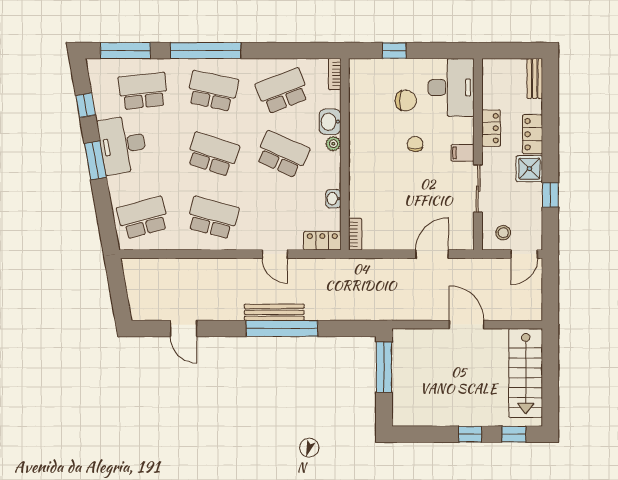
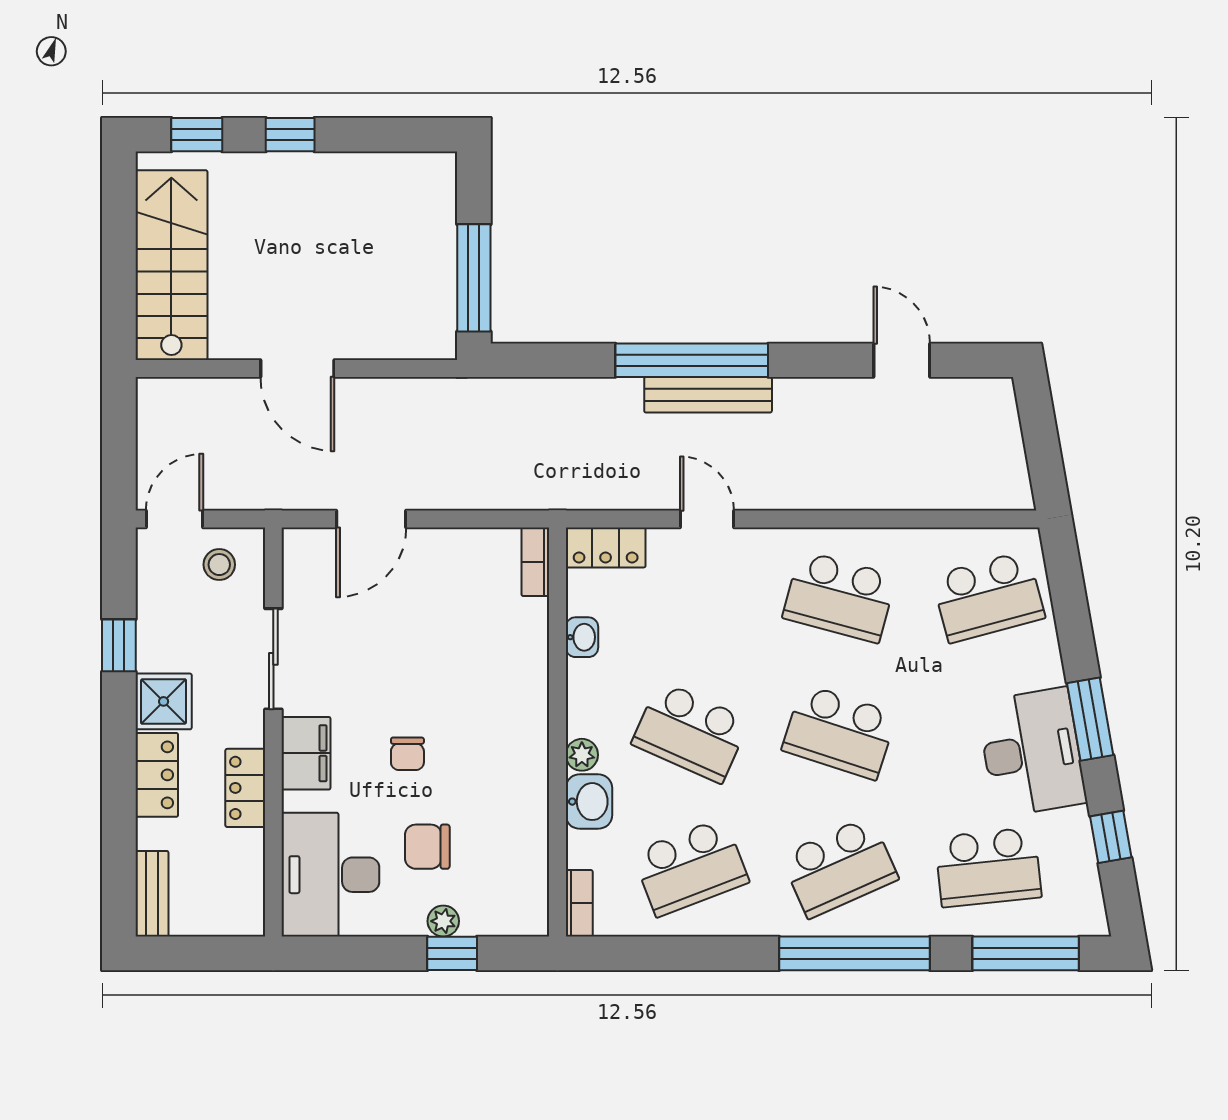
plant: (398, 66) -> (443, 921), added
school desk: (213, 91) -> (839, 867), turned -36
filing cabinet: (463, 153) -> (306, 753), width x2.00

